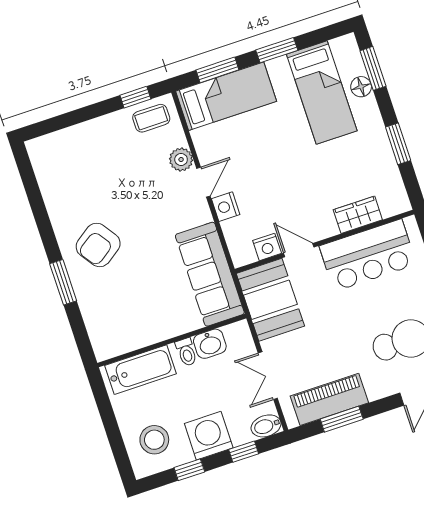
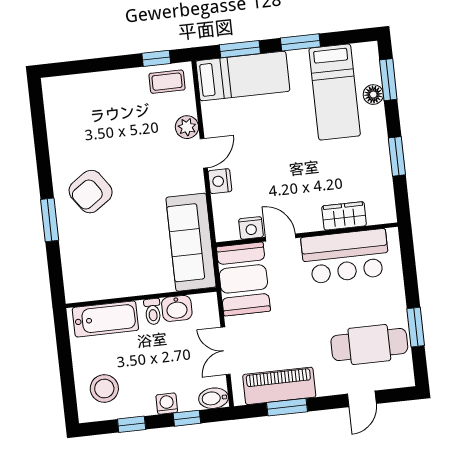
washing machine: (209, 436) -> (167, 404), width x0.53, depth x0.53

